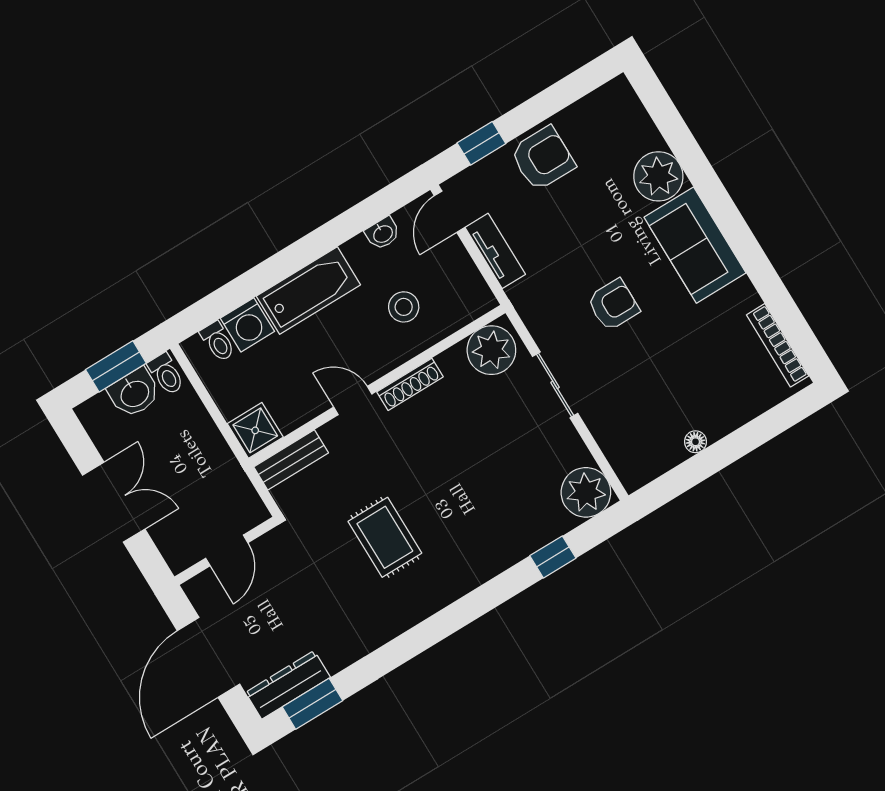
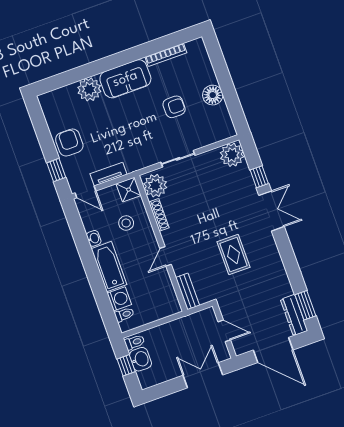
washbasin: (383, 233) -> (94, 238), moved
armchair: (613, 305) -> (174, 107), moved, turned 90
bookcase: (778, 345) -> (166, 55), moved
window: (116, 366) -> (126, 365), width x0.67
shoe rack: (410, 384) -> (159, 215), moved
shower: (255, 430) -> (129, 190), moved
floor lamp: (695, 442) -> (213, 95), width x1.89, depth x1.89
double door: (114, 502) -> (203, 375), moved
rug: (385, 537) -> (234, 255), turned 90
double door: (489, 596) -> (272, 211), added

